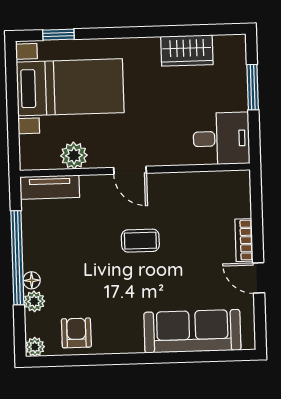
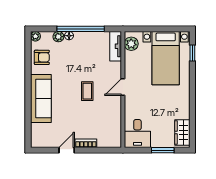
wardrobe: (187, 50) -> (182, 133), moved
plant: (74, 156) -> (131, 44), moved
sofa: (192, 331) -> (41, 98), moved

